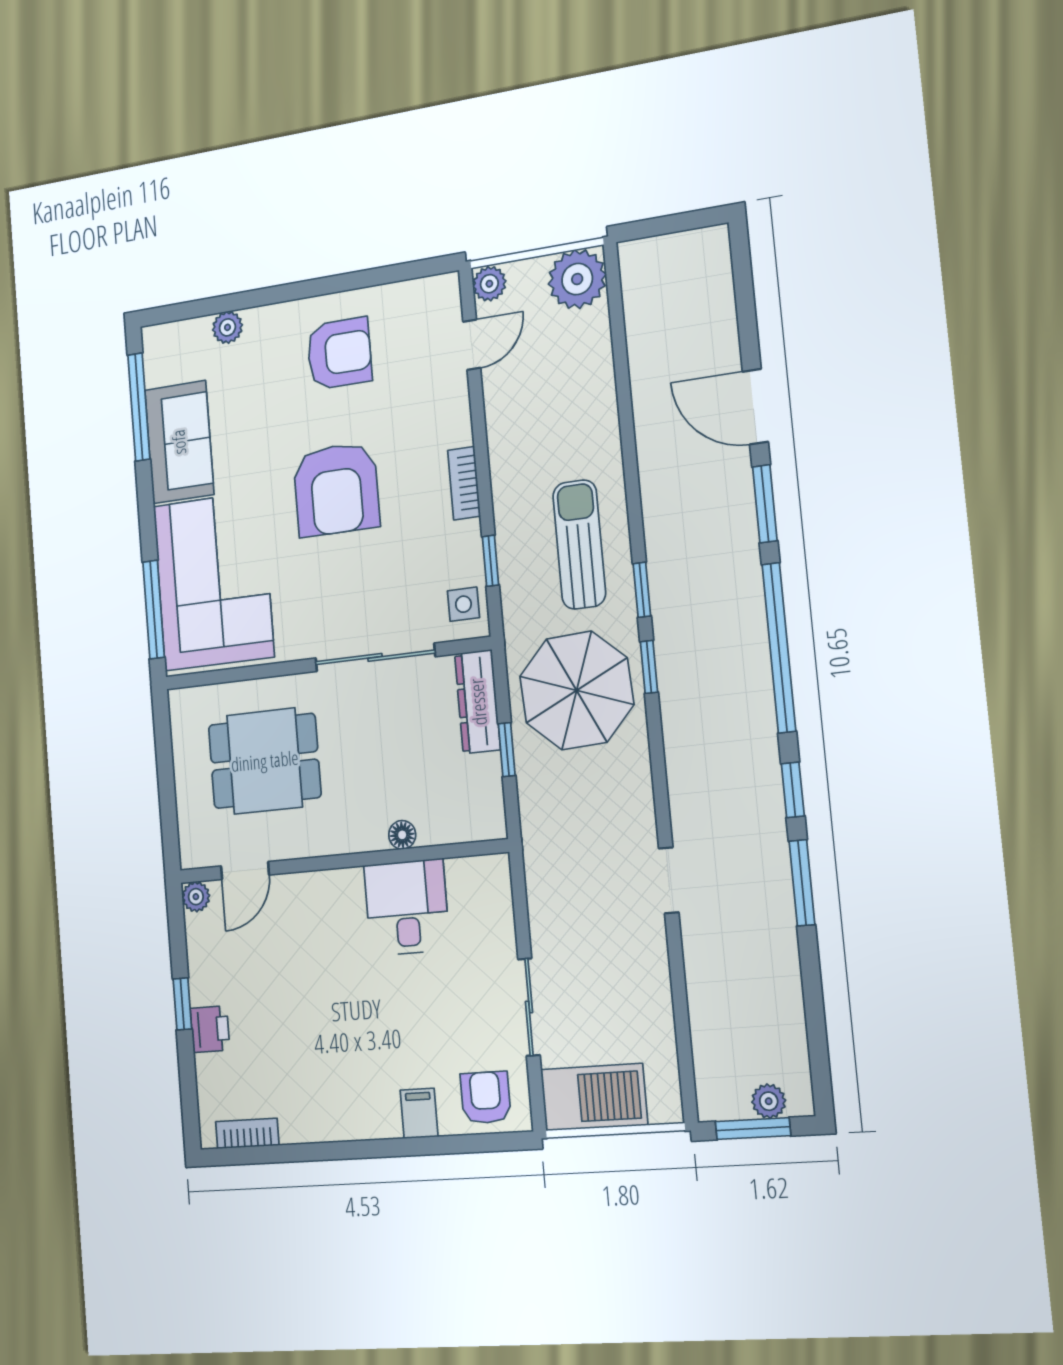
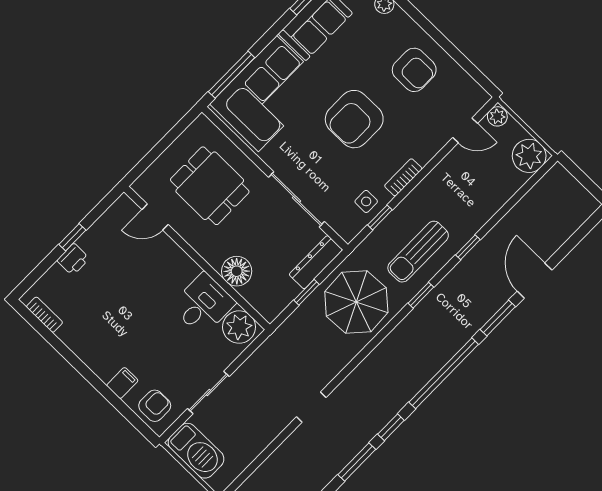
sun lounger: (579, 544) -> (418, 252), turned 180
side table: (463, 604) -> (366, 201), moved
window: (649, 667) -> (468, 247), moved
floor lamp: (402, 835) -> (237, 271), width x1.89, depth x1.89
plant: (196, 897) -> (239, 327), moved, width x1.88, depth x1.88

